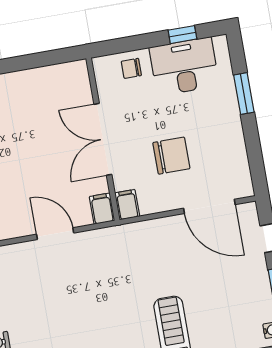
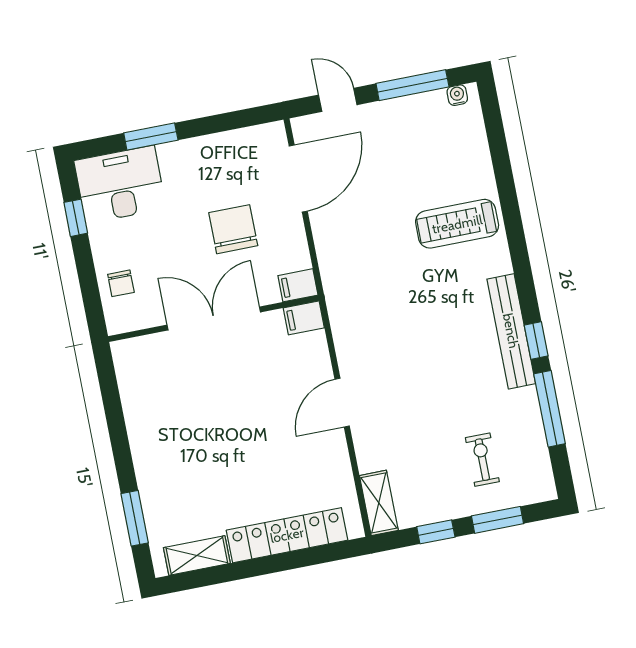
desk: (184, 66) -> (120, 184), moved, turned 90
double door: (103, 139) -> (214, 318), swing flipped
door: (55, 234) -> (342, 403), moved

